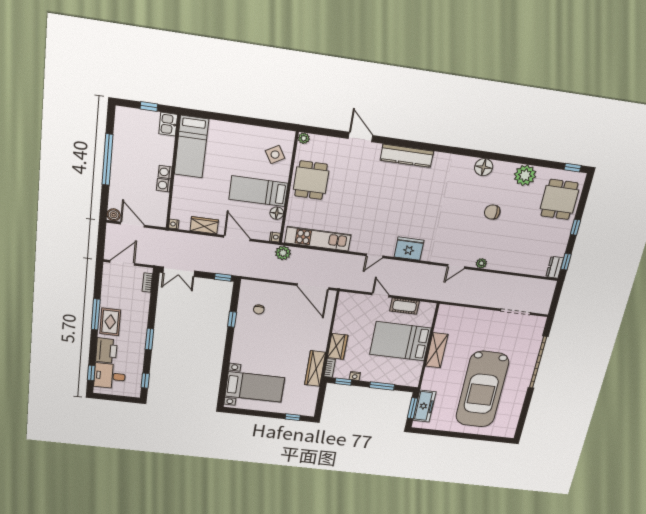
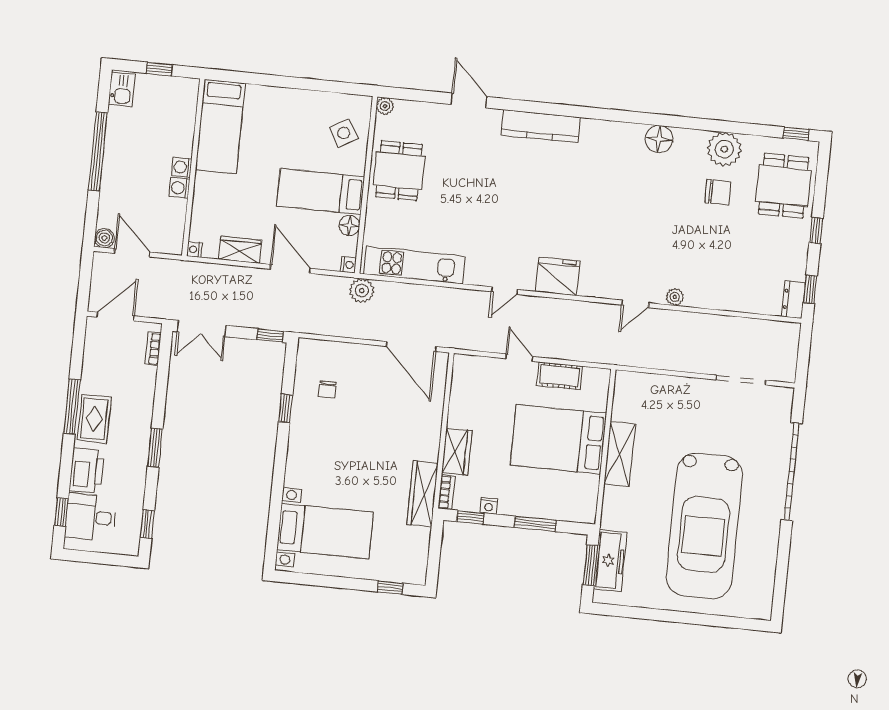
kitchen sink: (168, 124) -> (122, 89), moved, turned 180
chair: (492, 212) -> (718, 192), moved, turned 180

